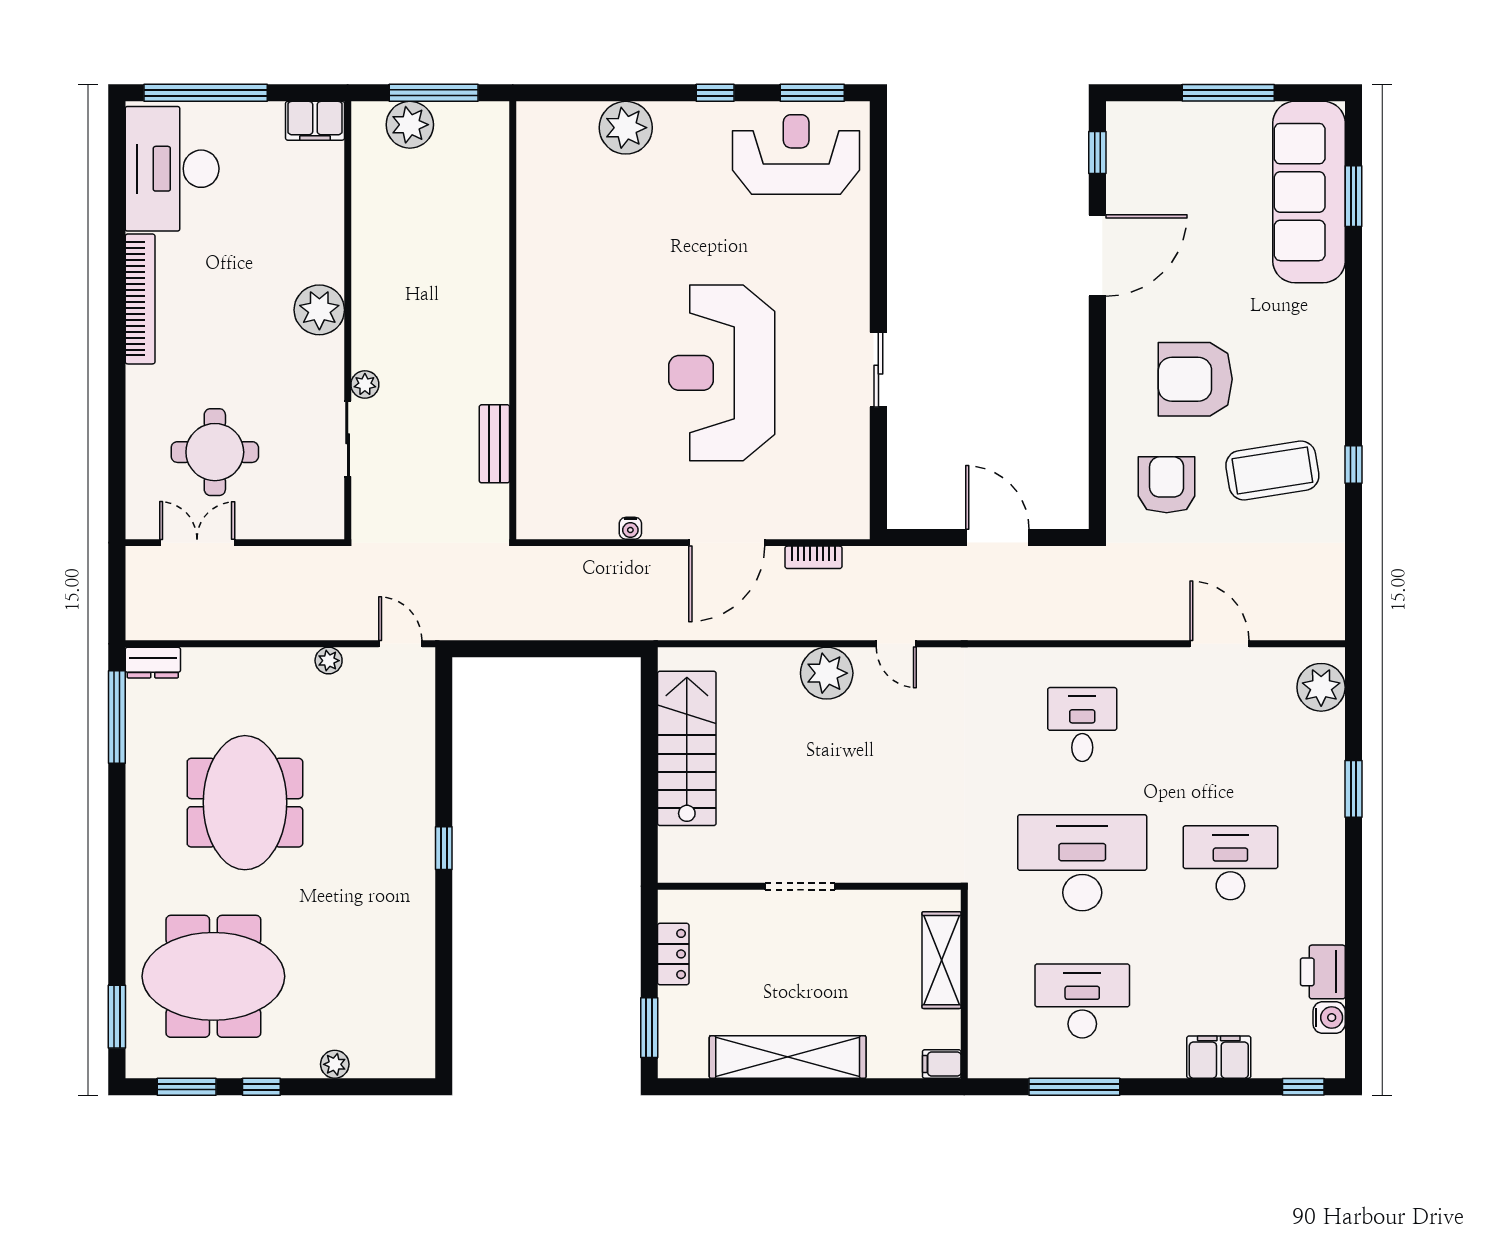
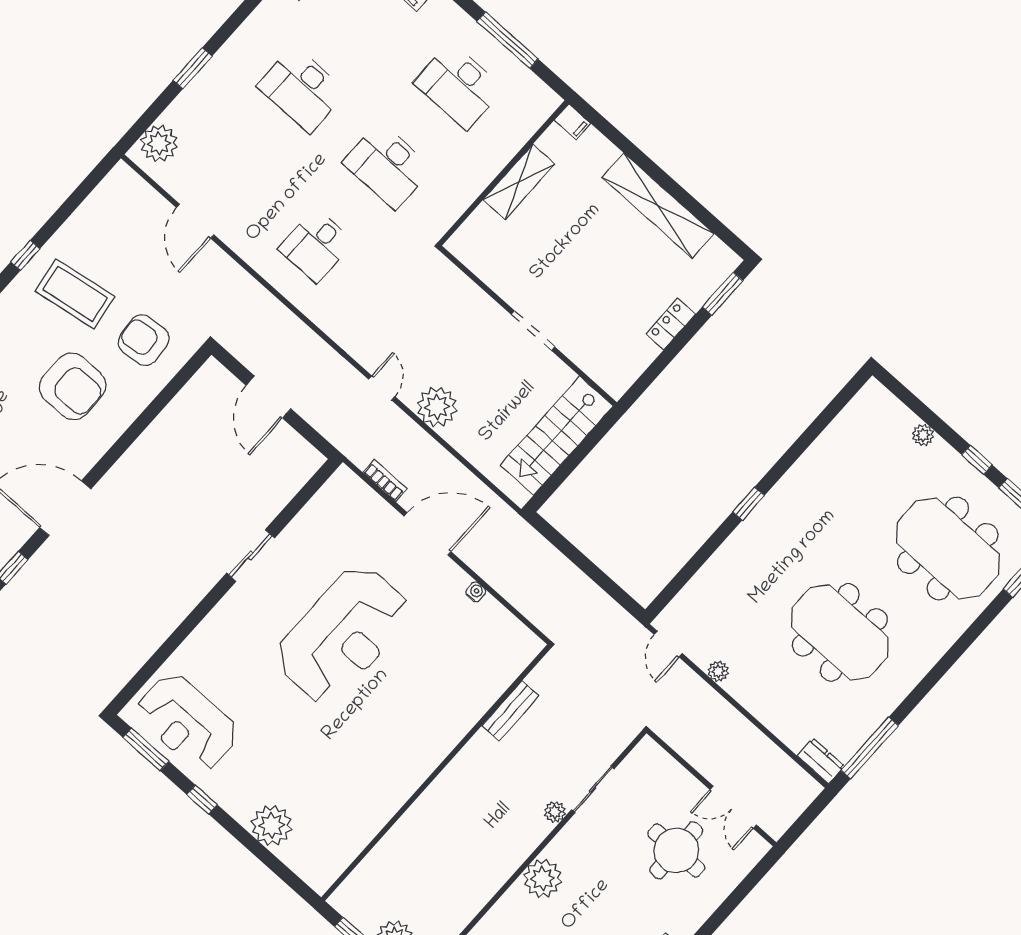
armchair: (1167, 485) -> (144, 340), turned 85
meeting table: (245, 803) -> (840, 632), turned 90
desk: (1082, 863) -> (387, 166), width x0.73, depth x0.77
doorway: (800, 886) -> (533, 331), moved
wall: (809, 886) -> (528, 326), moved

